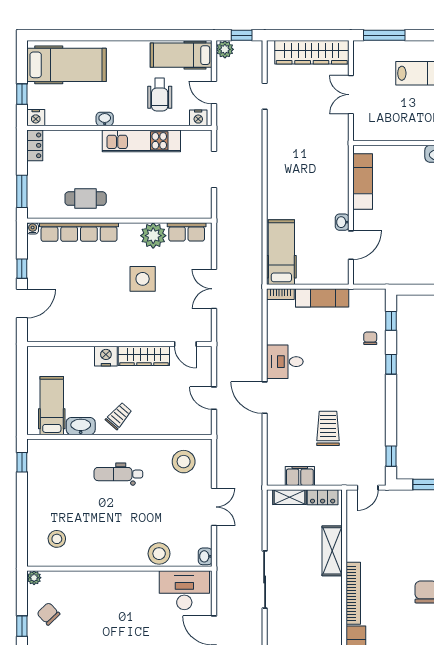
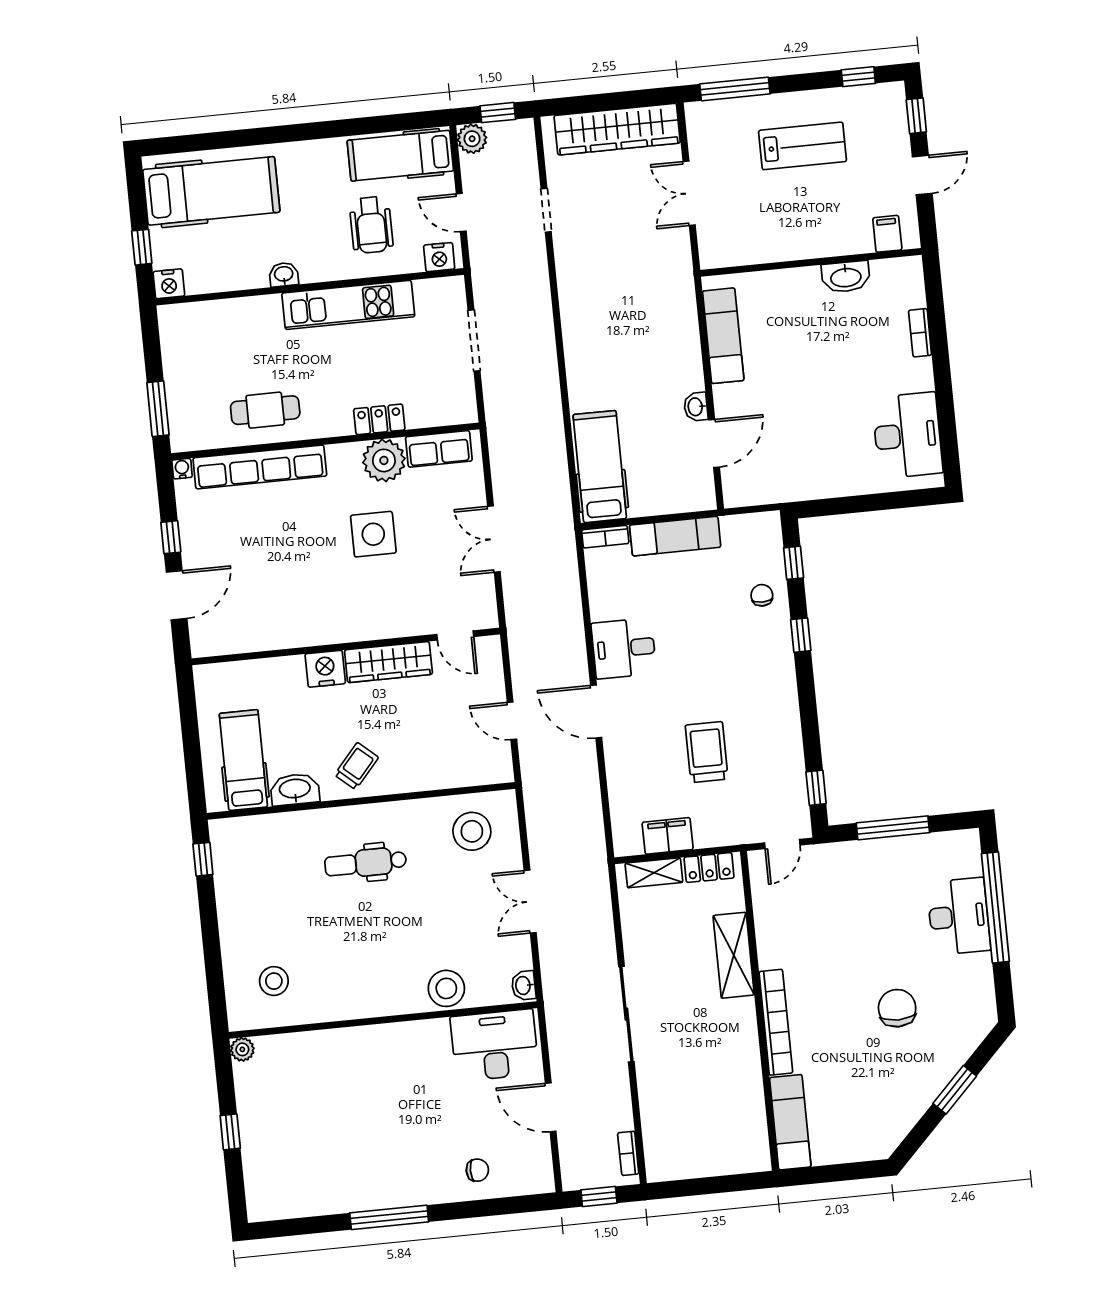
locker: (35, 145) -> (379, 419), moved, turned -90
double door: (214, 507) -> (530, 902), swing flipped
chair: (48, 614) -> (272, 1107), removed

